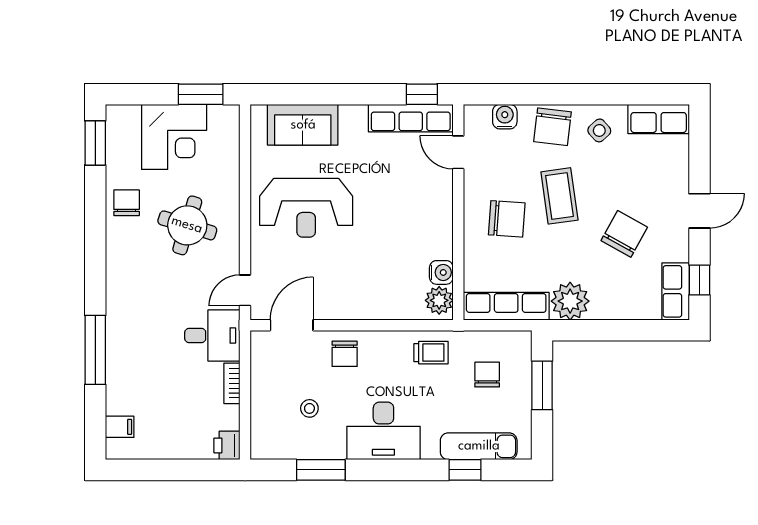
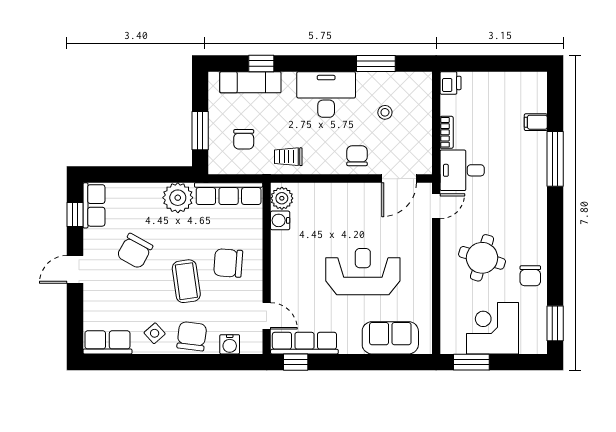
reception desk: (306, 208) -> (363, 272), moved
filing cabinet: (120, 427) -> (536, 122), moved

